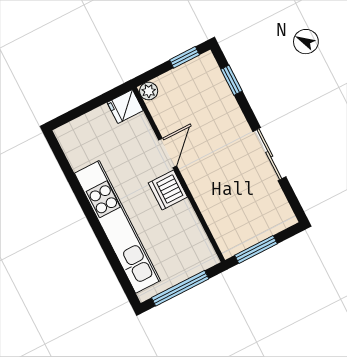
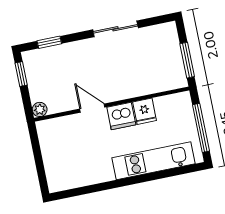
fridge: (125, 106) -> (145, 111), moved
kitchen unit: (117, 227) -> (153, 161), width x0.73

